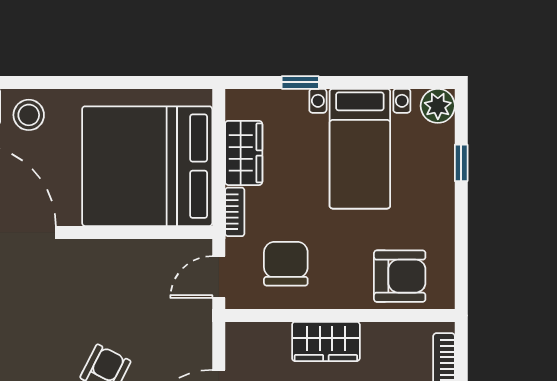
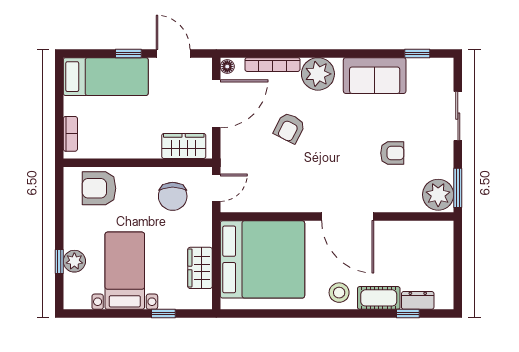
plant: (438, 106) -> (74, 261), moved
bookcase: (235, 212) -> (206, 230), removed
wardrobe: (326, 341) -> (184, 146), moved

